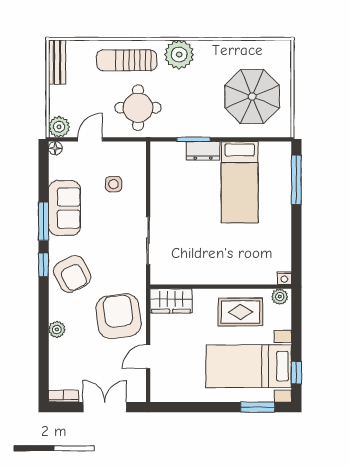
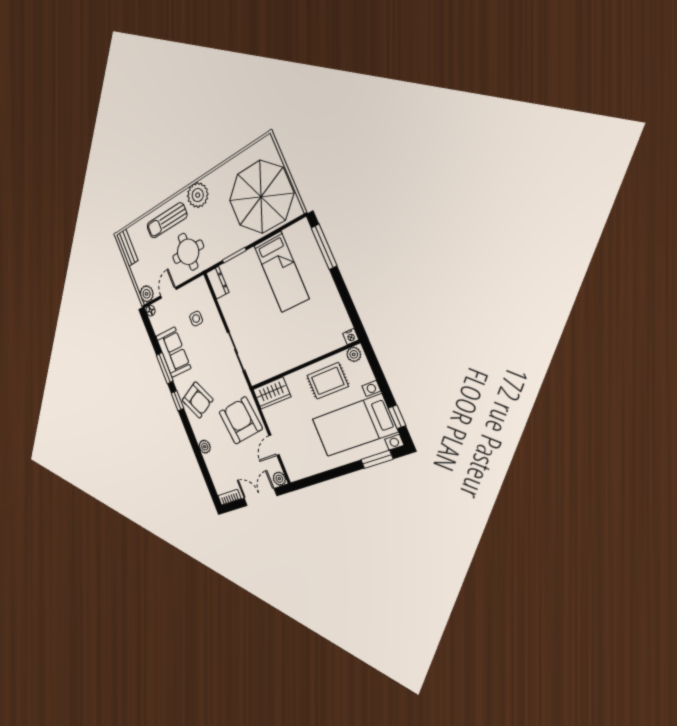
parasol: (252, 96) -> (261, 197), width x1.36, depth x1.36
dresser: (203, 151) -> (217, 283), moved, turned -90
plant: (138, 394) -> (279, 479), added

